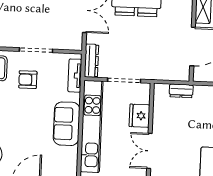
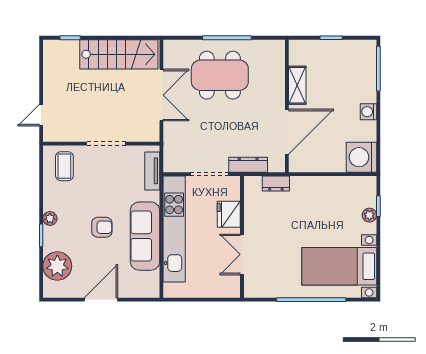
dresser: (91, 61) -> (248, 165), moved, turned -90
armchair: (28, 80) -> (102, 227), moved, turned 180
sofa: (67, 124) -> (145, 236), width x1.36

